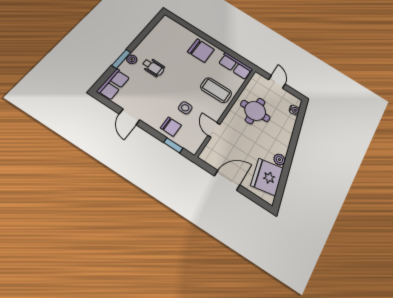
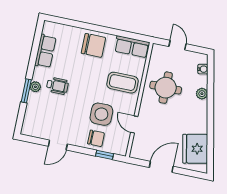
row of seats: (113, 84) -> (45, 51), moved
side table: (185, 108) -> (101, 114), width x1.87, depth x1.87
door: (129, 117) -> (58, 145), hinge flipped
plant: (279, 160) -> (202, 94), moved

